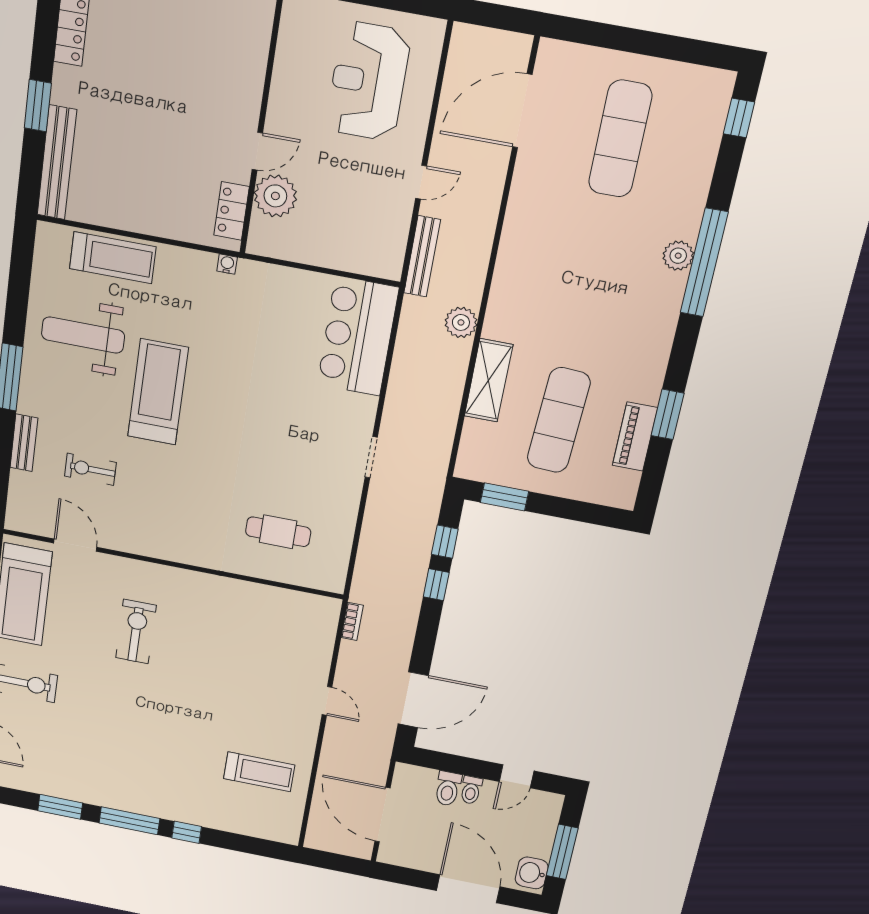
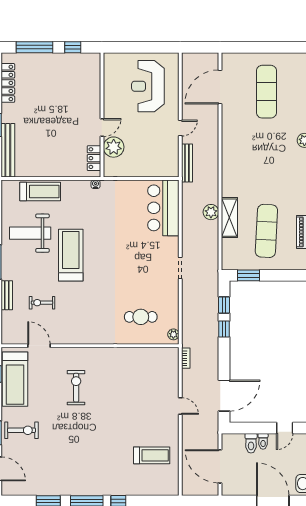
plant: (461, 322) -> (211, 212), moved
plant: (336, 575) -> (173, 334), added

